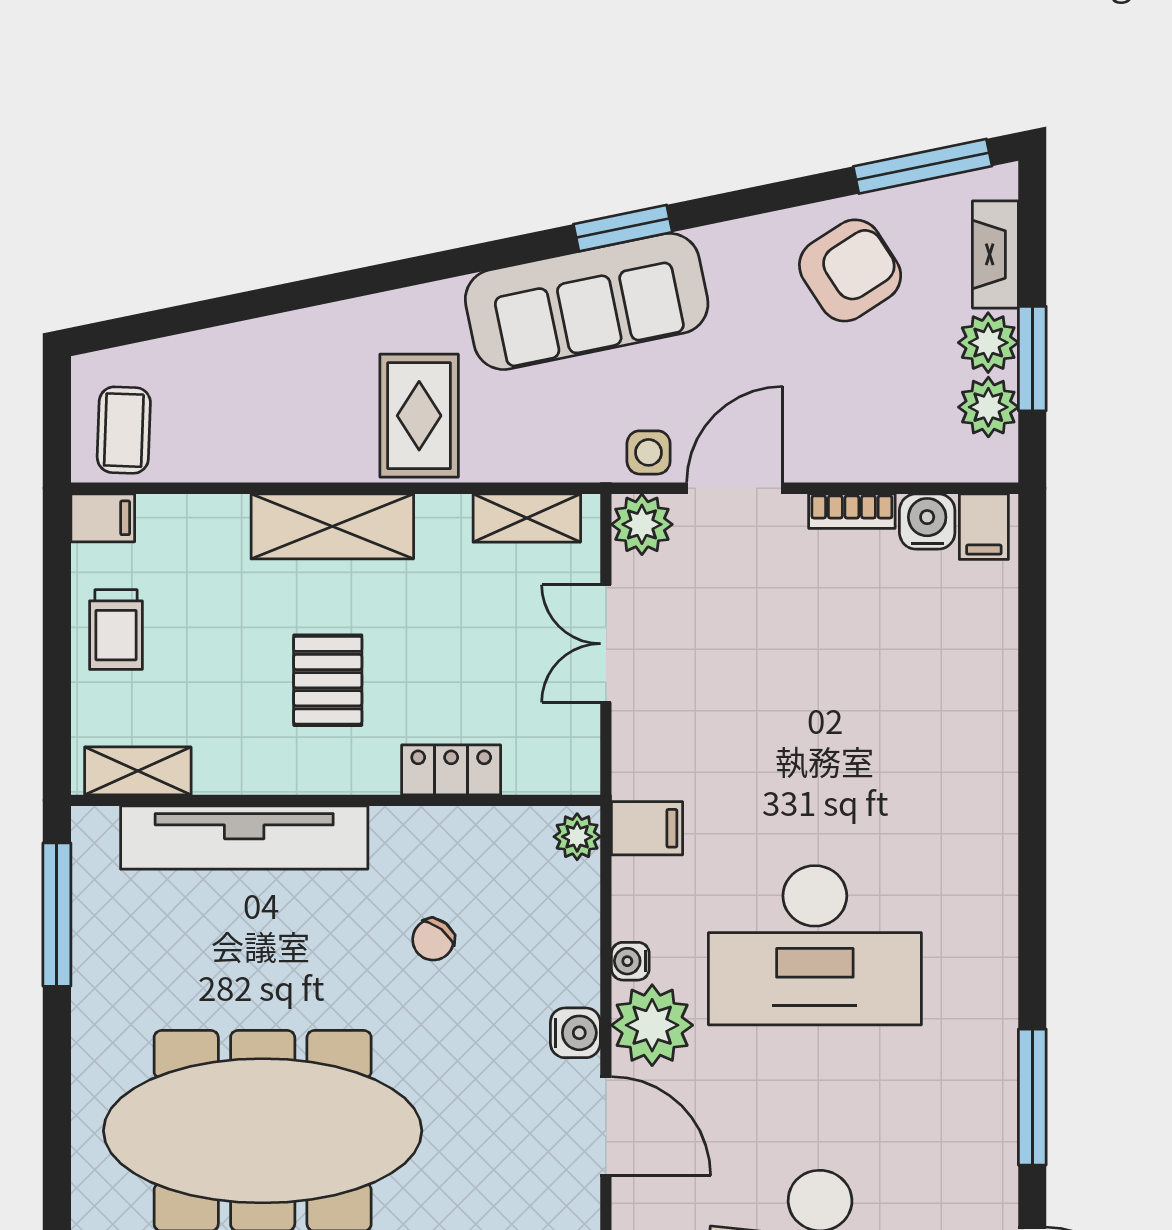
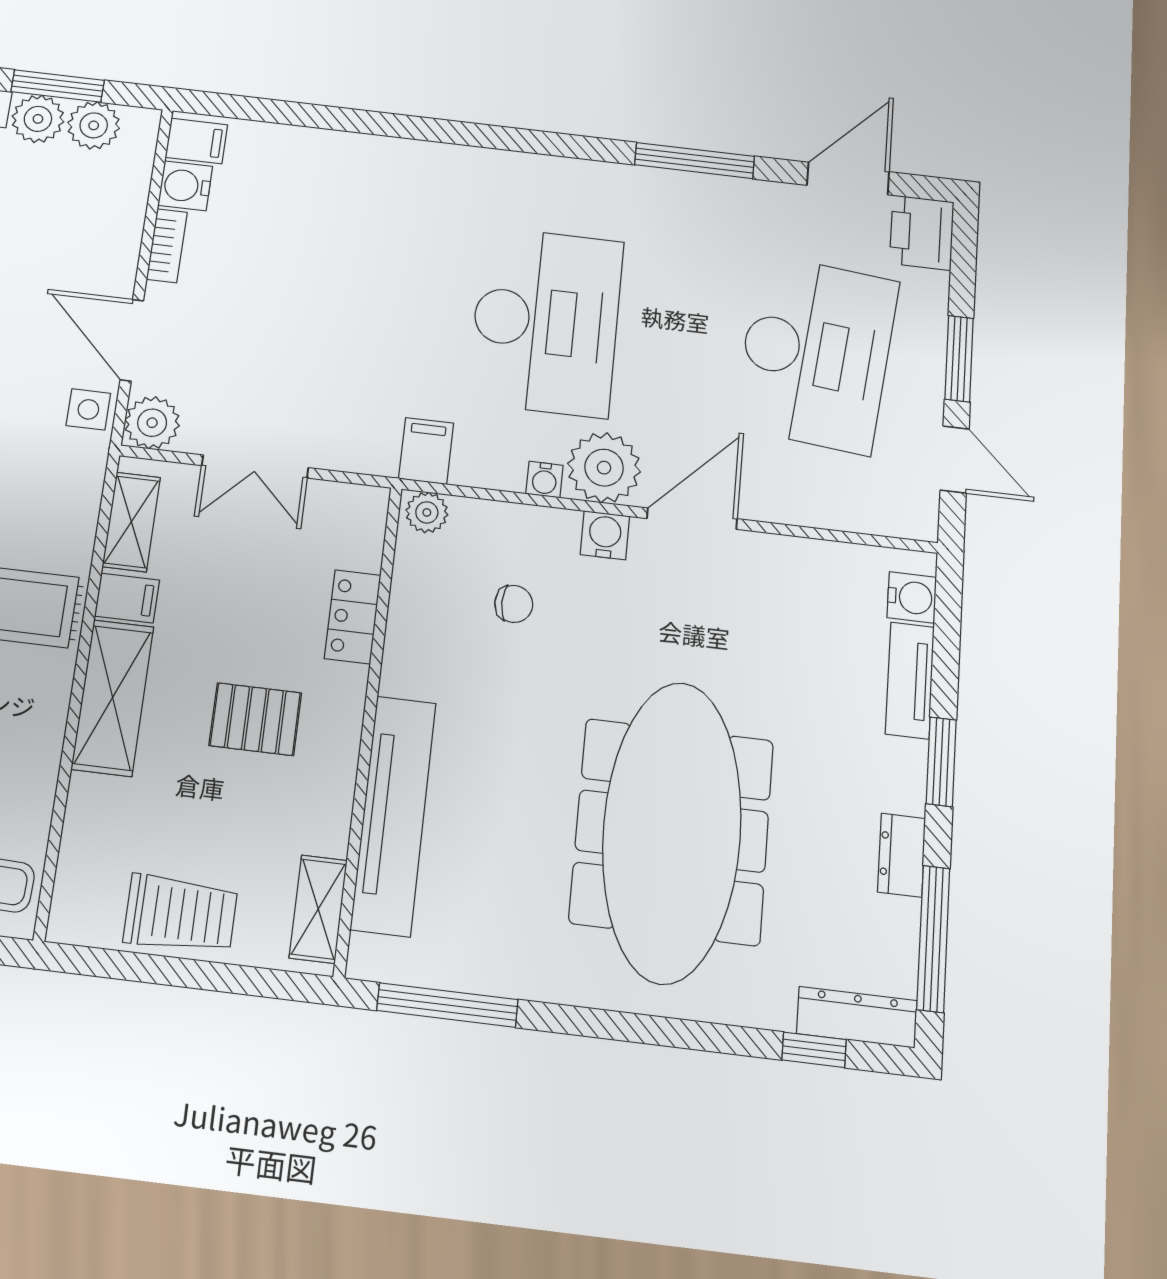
filing cabinet: (103, 518) -> (127, 598), moved, turned 90
trolley: (116, 630) -> (181, 914), width x1.36, depth x1.39
chair: (433, 940) -> (514, 604), moved, turned -38

